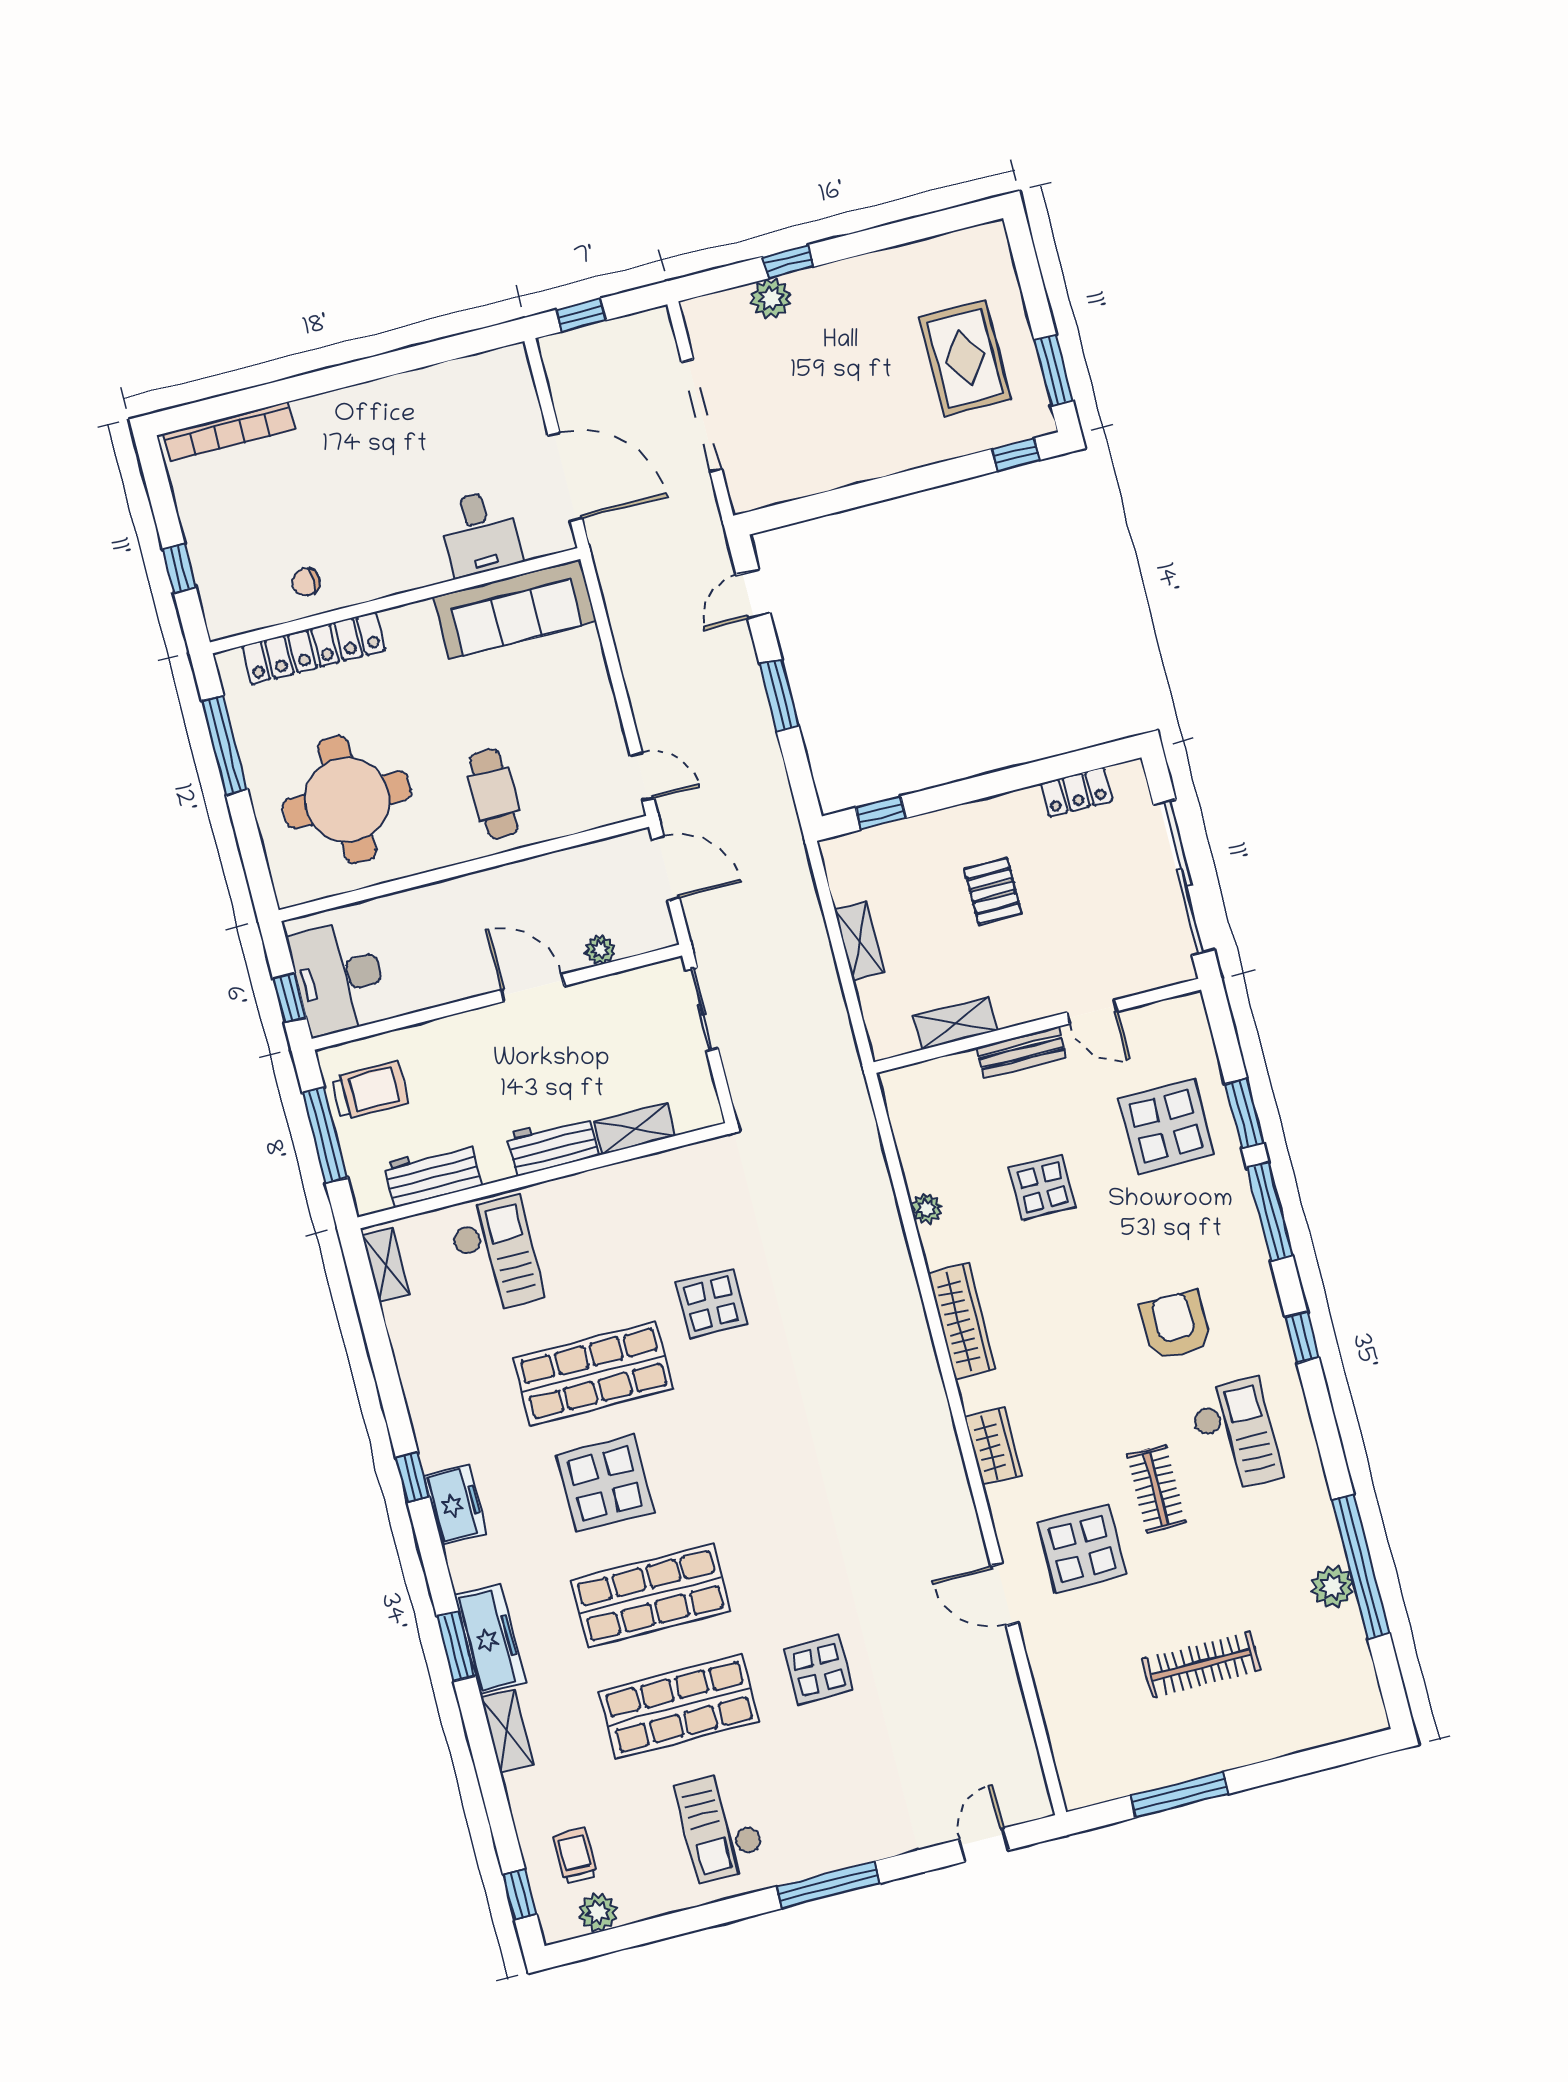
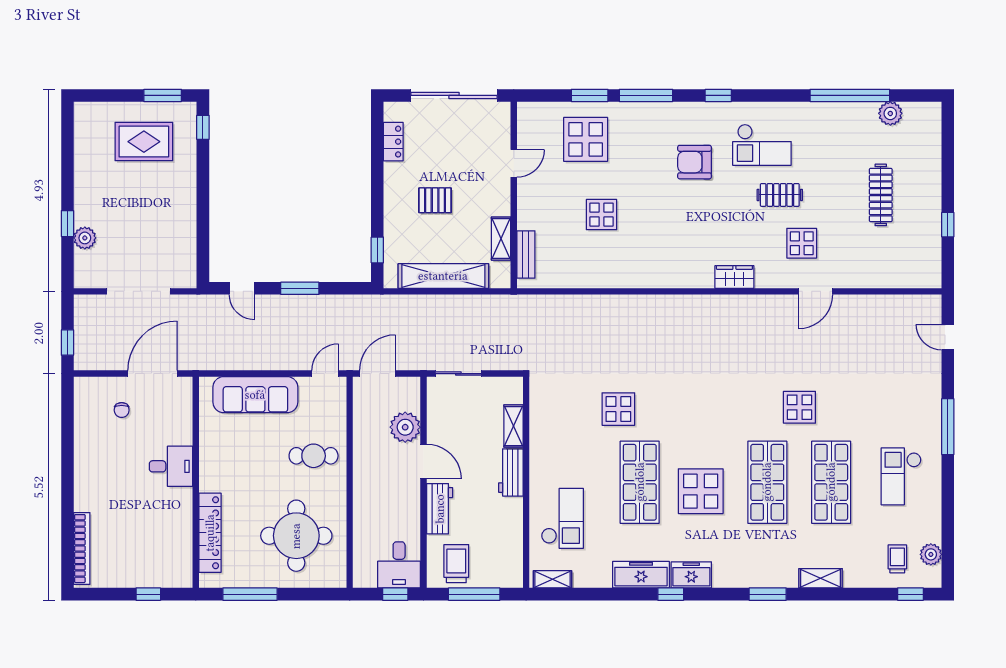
desk: (479, 533) -> (171, 466), moved
chair: (306, 582) -> (122, 410), moved
sofa: (515, 609) -> (255, 395), moved, turned 90
shelving: (859, 941) -> (443, 276), width x2.20, depth x1.33
plant: (600, 950) -> (405, 427), width x1.88, depth x1.88
desk: (339, 978) -> (399, 565), width x0.73
door: (533, 988) -> (424, 462), swing flipped
bench: (1021, 1052) -> (526, 254), moved
workbench: (433, 1174) -> (440, 509), moved, turned 180
plant: (927, 1208) -> (597, 280), removed
checkout: (496, 1255) -> (562, 518), turned 90
wardrobe: (962, 1321) -> (663, 277), removed
checkout: (1236, 1435) -> (762, 145), turned 180
display table: (1082, 1549) -> (802, 243), width x0.73, depth x0.73
plant: (1332, 1587) -> (890, 113), moved
freezer: (490, 1639) -> (641, 575), moved
display table: (819, 1669) -> (799, 407), moved
window: (1180, 1795) -> (948, 225), width x0.46
checkout: (721, 1826) -> (901, 476), turned 90
trolley: (575, 1856) -> (897, 559), turned 90

